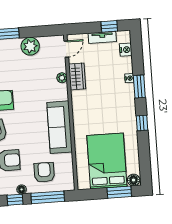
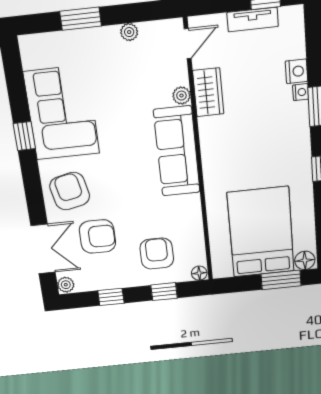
plant: (30, 46) -> (129, 32), width x0.53, depth x0.53
nightstand: (126, 50) -> (297, 71), moved
sofa: (60, 127) -> (177, 151), moved
floor lamp: (22, 189) -> (199, 273), moved
window: (48, 197) -> (164, 292), width x0.46

